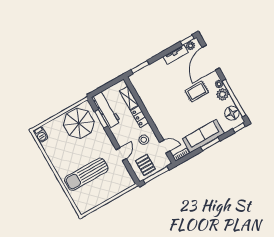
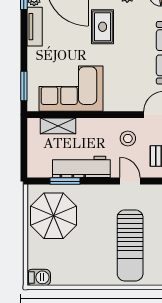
corner sofa: (153, 93) -> (71, 89), added
workbench: (106, 110) -> (81, 167), moved
locker: (140, 117) -> (93, 126), removed

